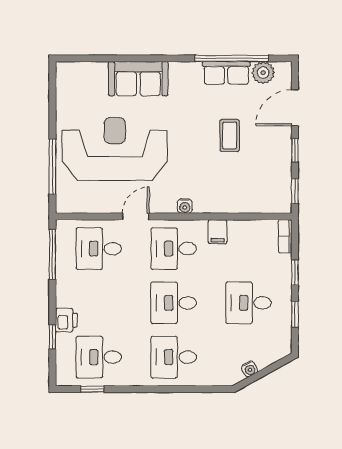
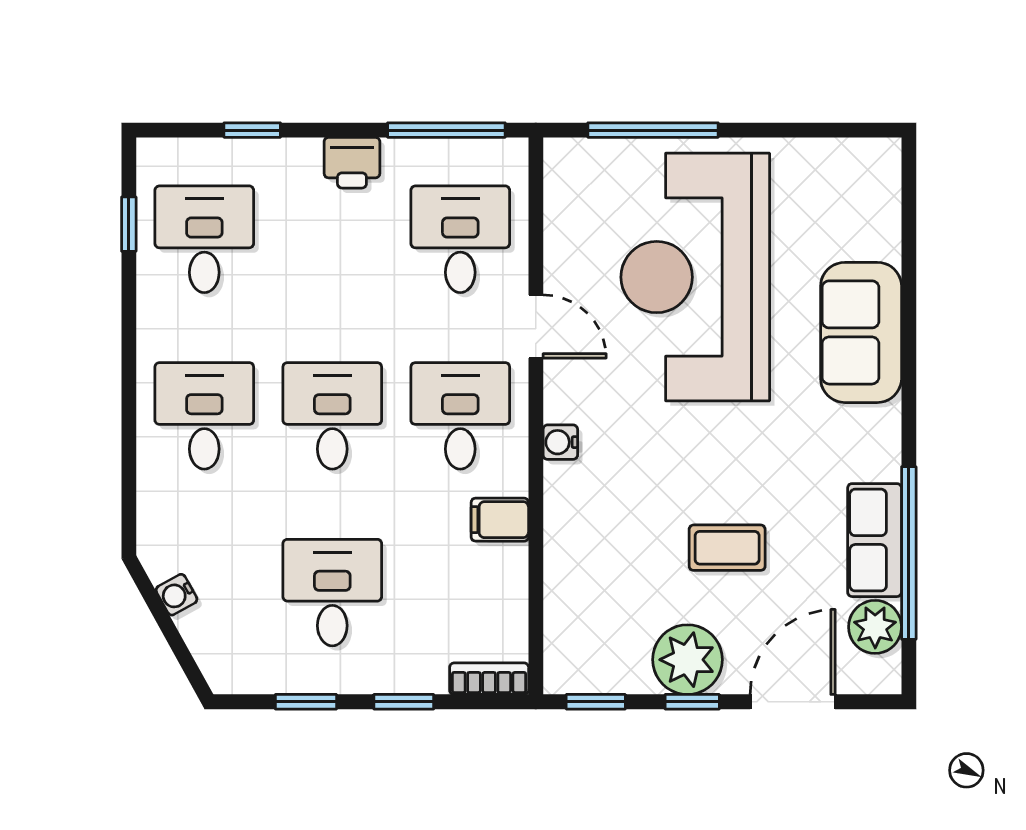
door: (295, 108) -> (793, 702), hinge flipped
reception desk: (115, 149) -> (695, 277), turned 180
plant: (277, 152) -> (687, 660), added
printer: (66, 320) -> (352, 163), moved

